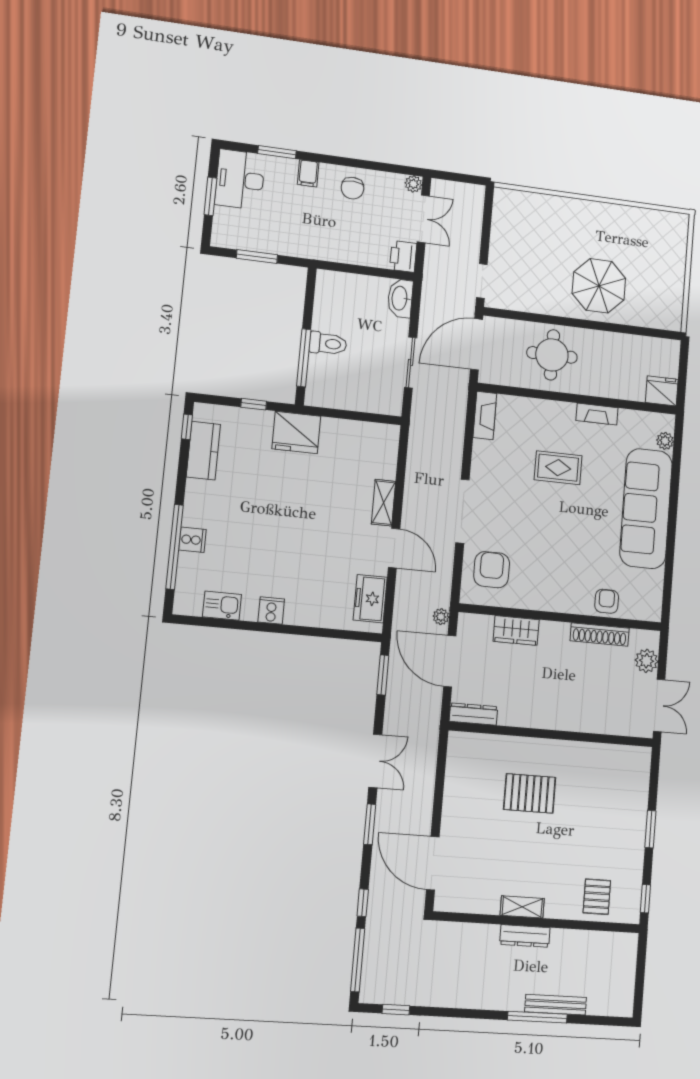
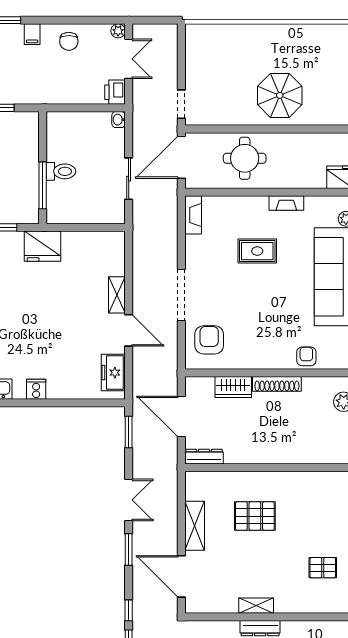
washbasin: (400, 298) -> (119, 120), width x0.52, depth x0.69
plant: (441, 617) -> (171, 382), removed
shoe rack: (600, 635) -> (277, 384), moved
shelving: (455, 800) -> (195, 526), added
pallet: (597, 897) -> (323, 568), moved, turned 90

